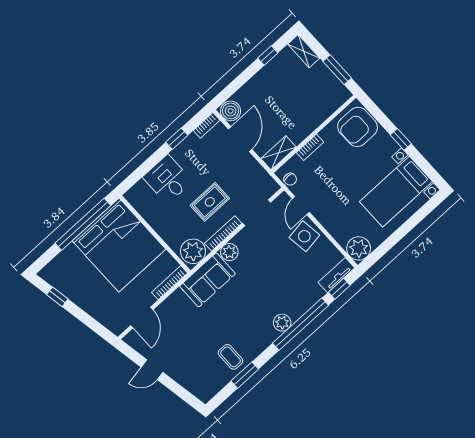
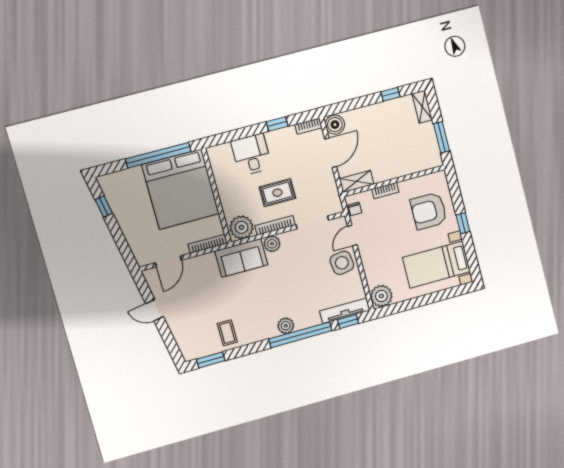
armchair: (358, 127) -> (429, 211), moved
tv unit: (336, 275) -> (345, 311), width x1.41
window: (245, 375) -> (211, 360), moved

